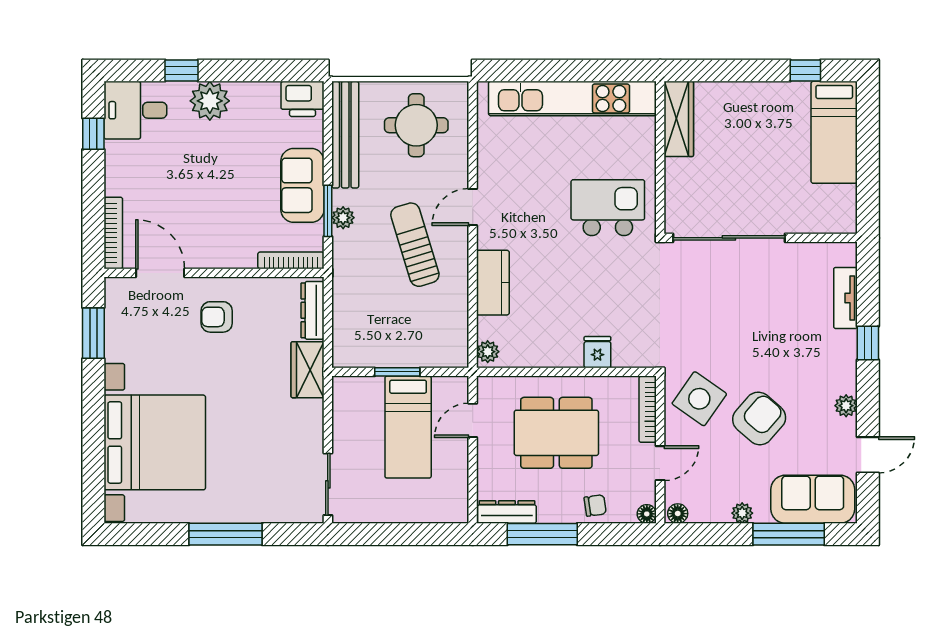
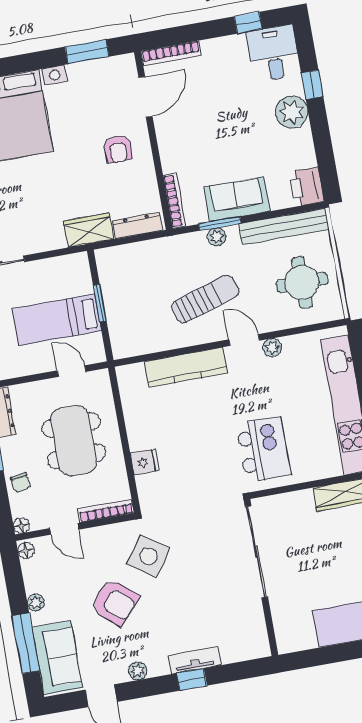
kitchen counter: (493, 283) -> (186, 367), width x1.50
tv unit: (845, 298) -> (194, 660), moved
armchair: (217, 317) -> (118, 149), turned 180
plant: (488, 352) -> (272, 348), moved
side table: (699, 399) -> (148, 556), moved

